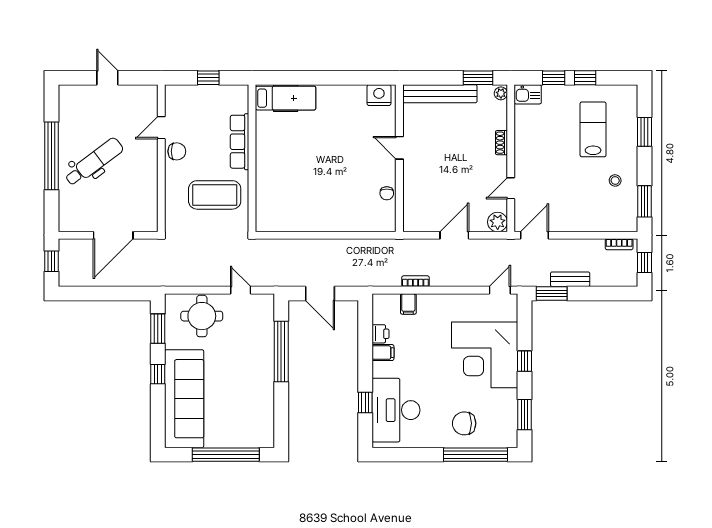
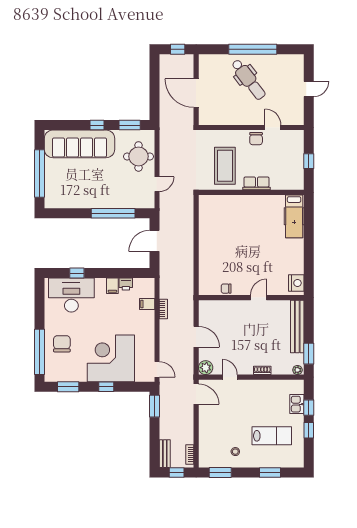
kitchen sink: (528, 94) -> (297, 404), moved
row of seats: (240, 142) -> (256, 183), width x0.68
bench: (570, 279) -> (165, 454), moved

